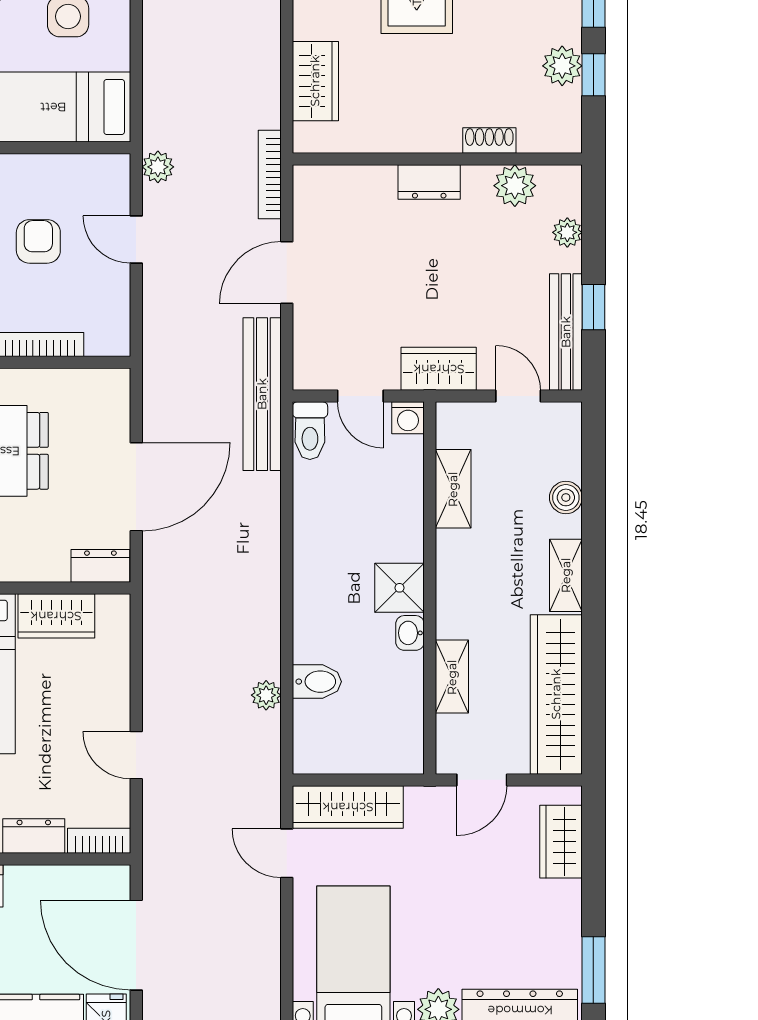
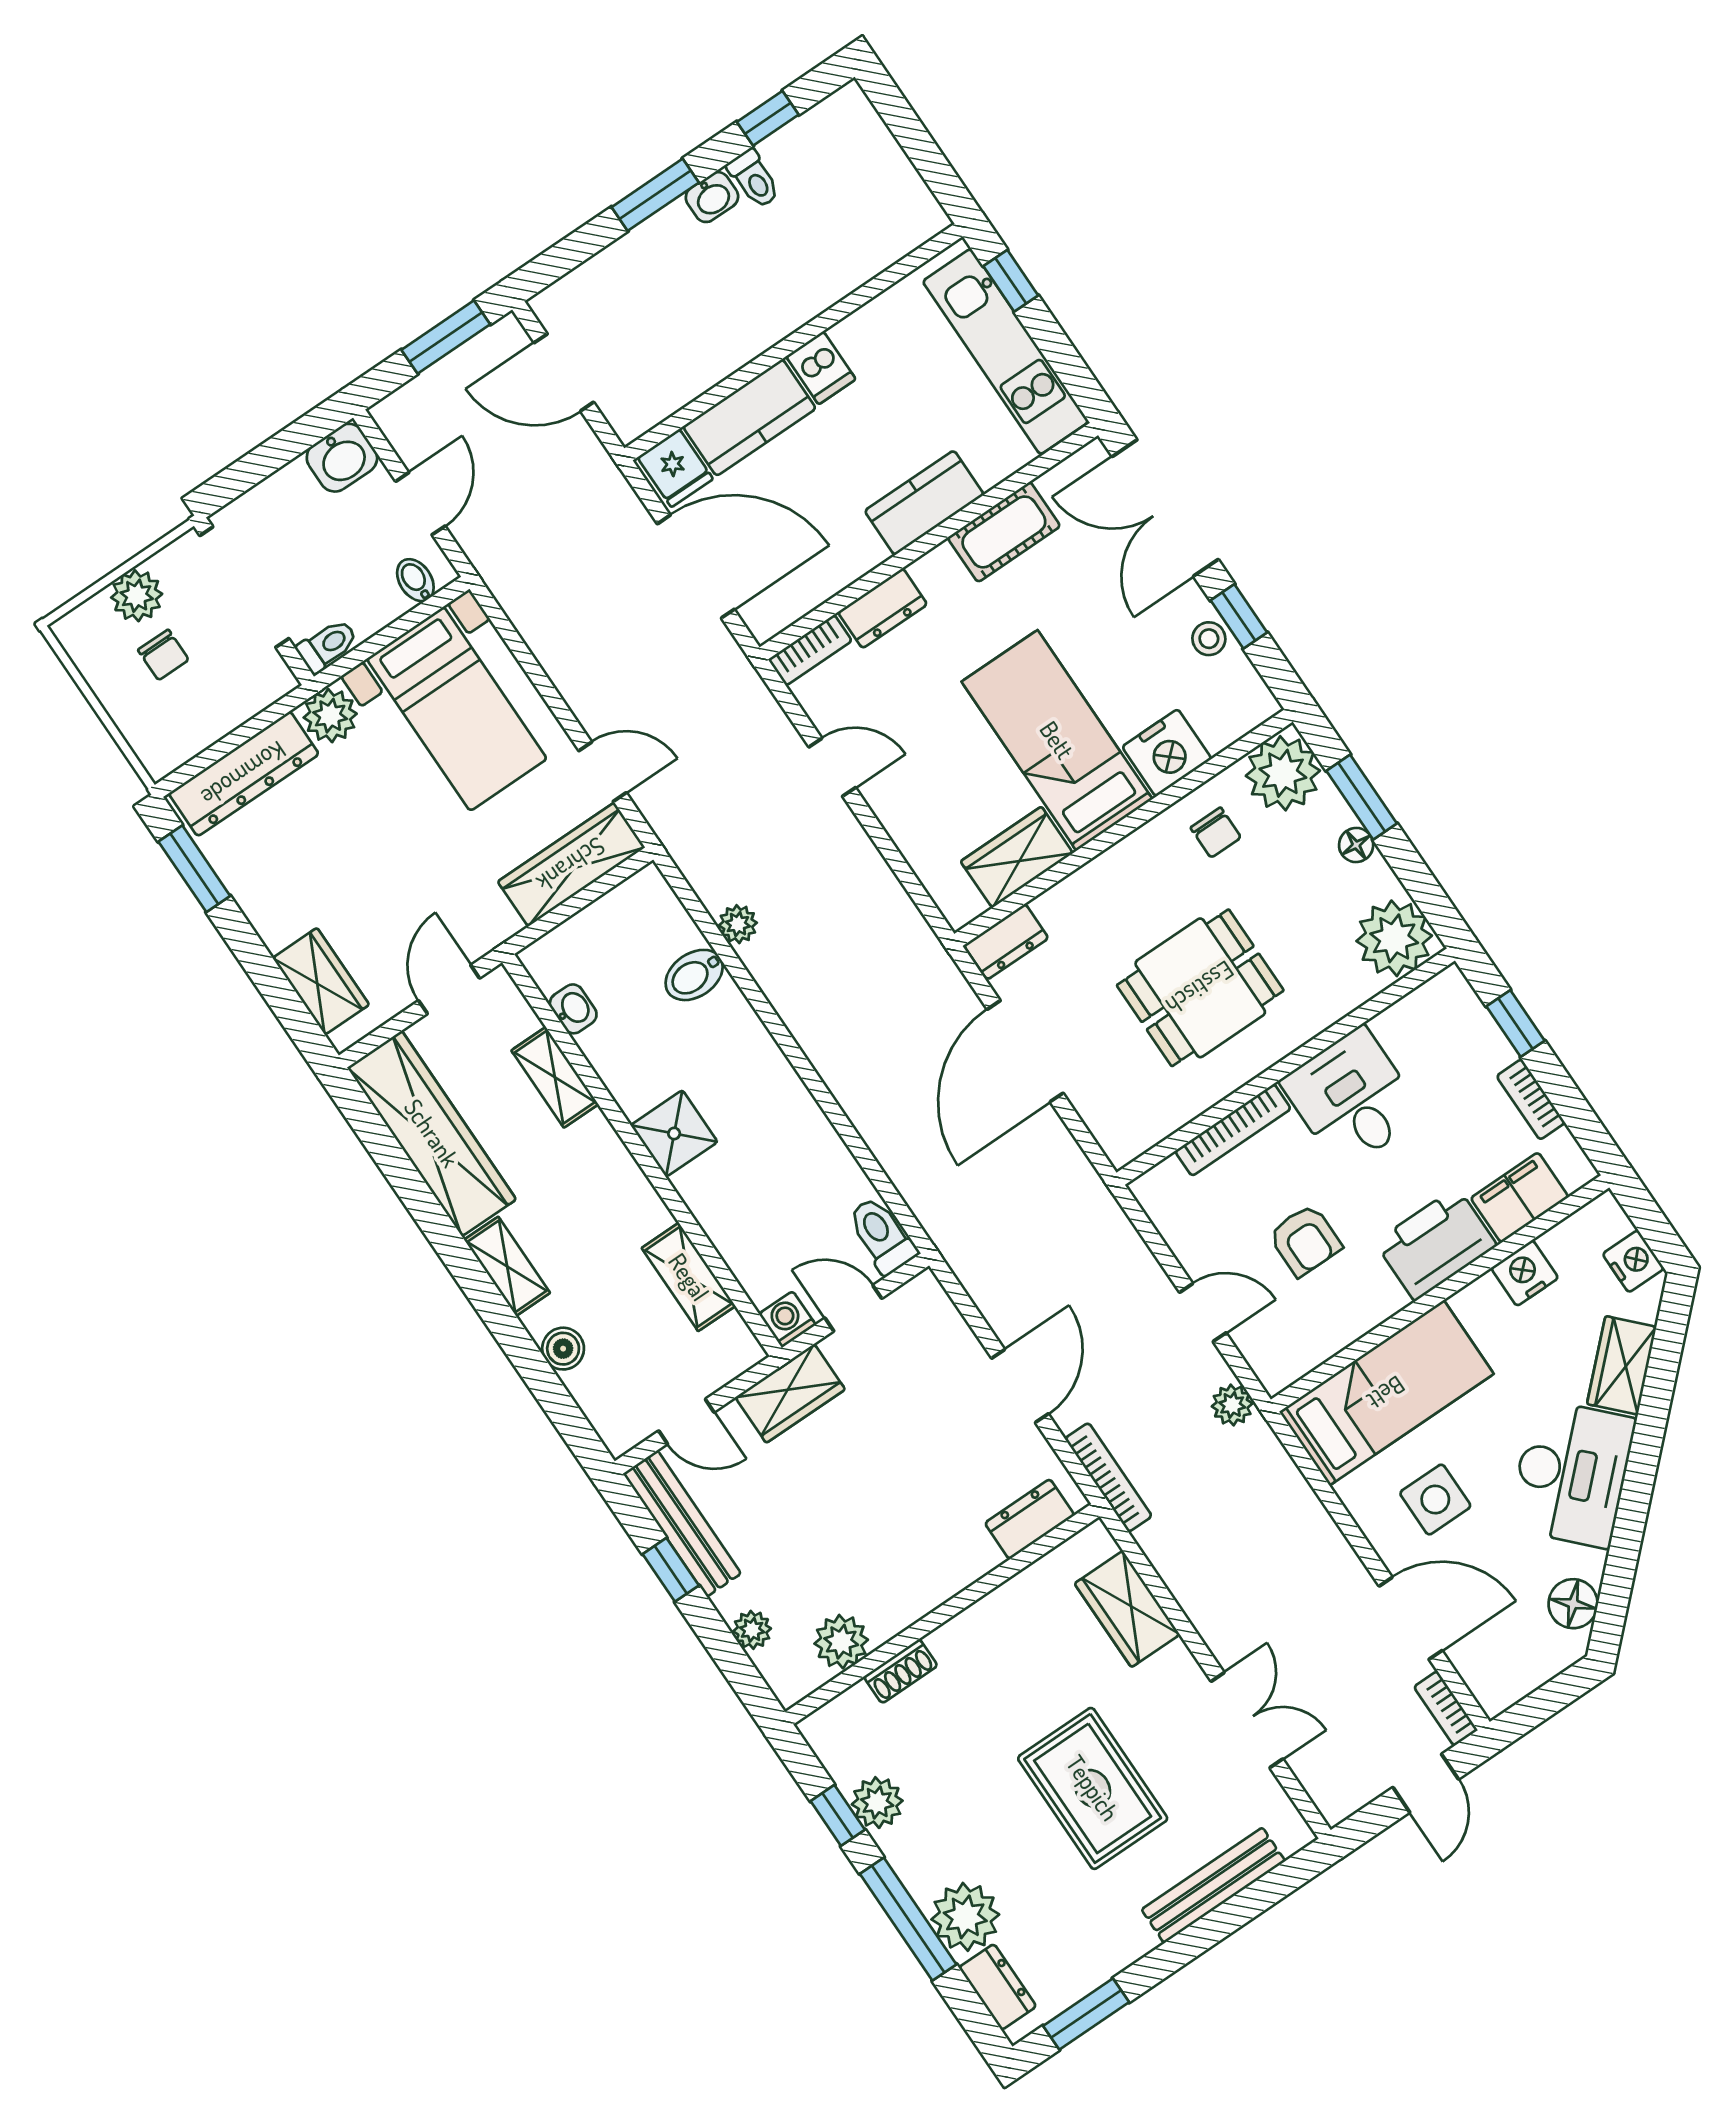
dresser: (429, 182) -> (1030, 1519), moved
bench: (262, 394) -> (959, 1240), removed
washbasin: (410, 633) -> (573, 1009), moved

